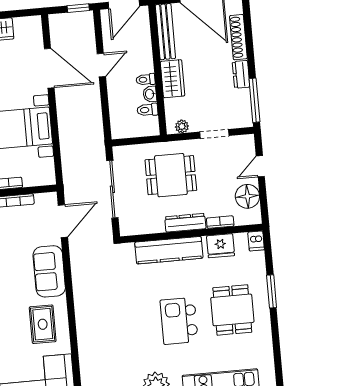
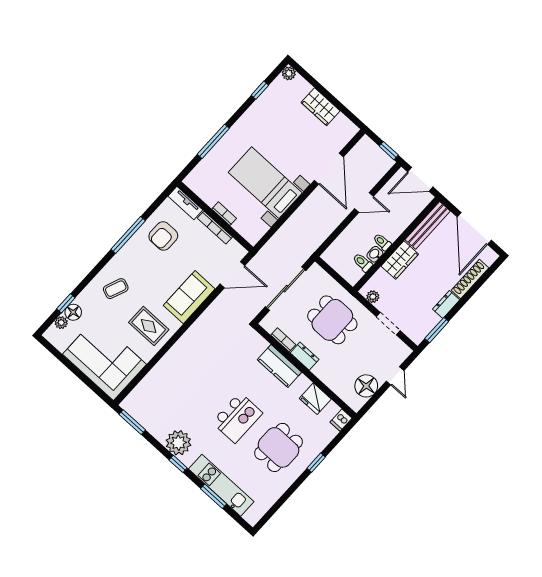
window: (254, 100) -> (437, 330), width x0.69
door: (260, 166) -> (395, 376), swing flipped
bookcase: (220, 222) -> (283, 340), moved
dresser: (185, 223) -> (305, 356), width x0.70
kitchen counter: (169, 250) -> (279, 366), width x0.67
window: (272, 291) -> (316, 463), width x0.67
kitchen island: (179, 321) -> (237, 418), turned 180
rug: (43, 324) -> (149, 326), turned 90

